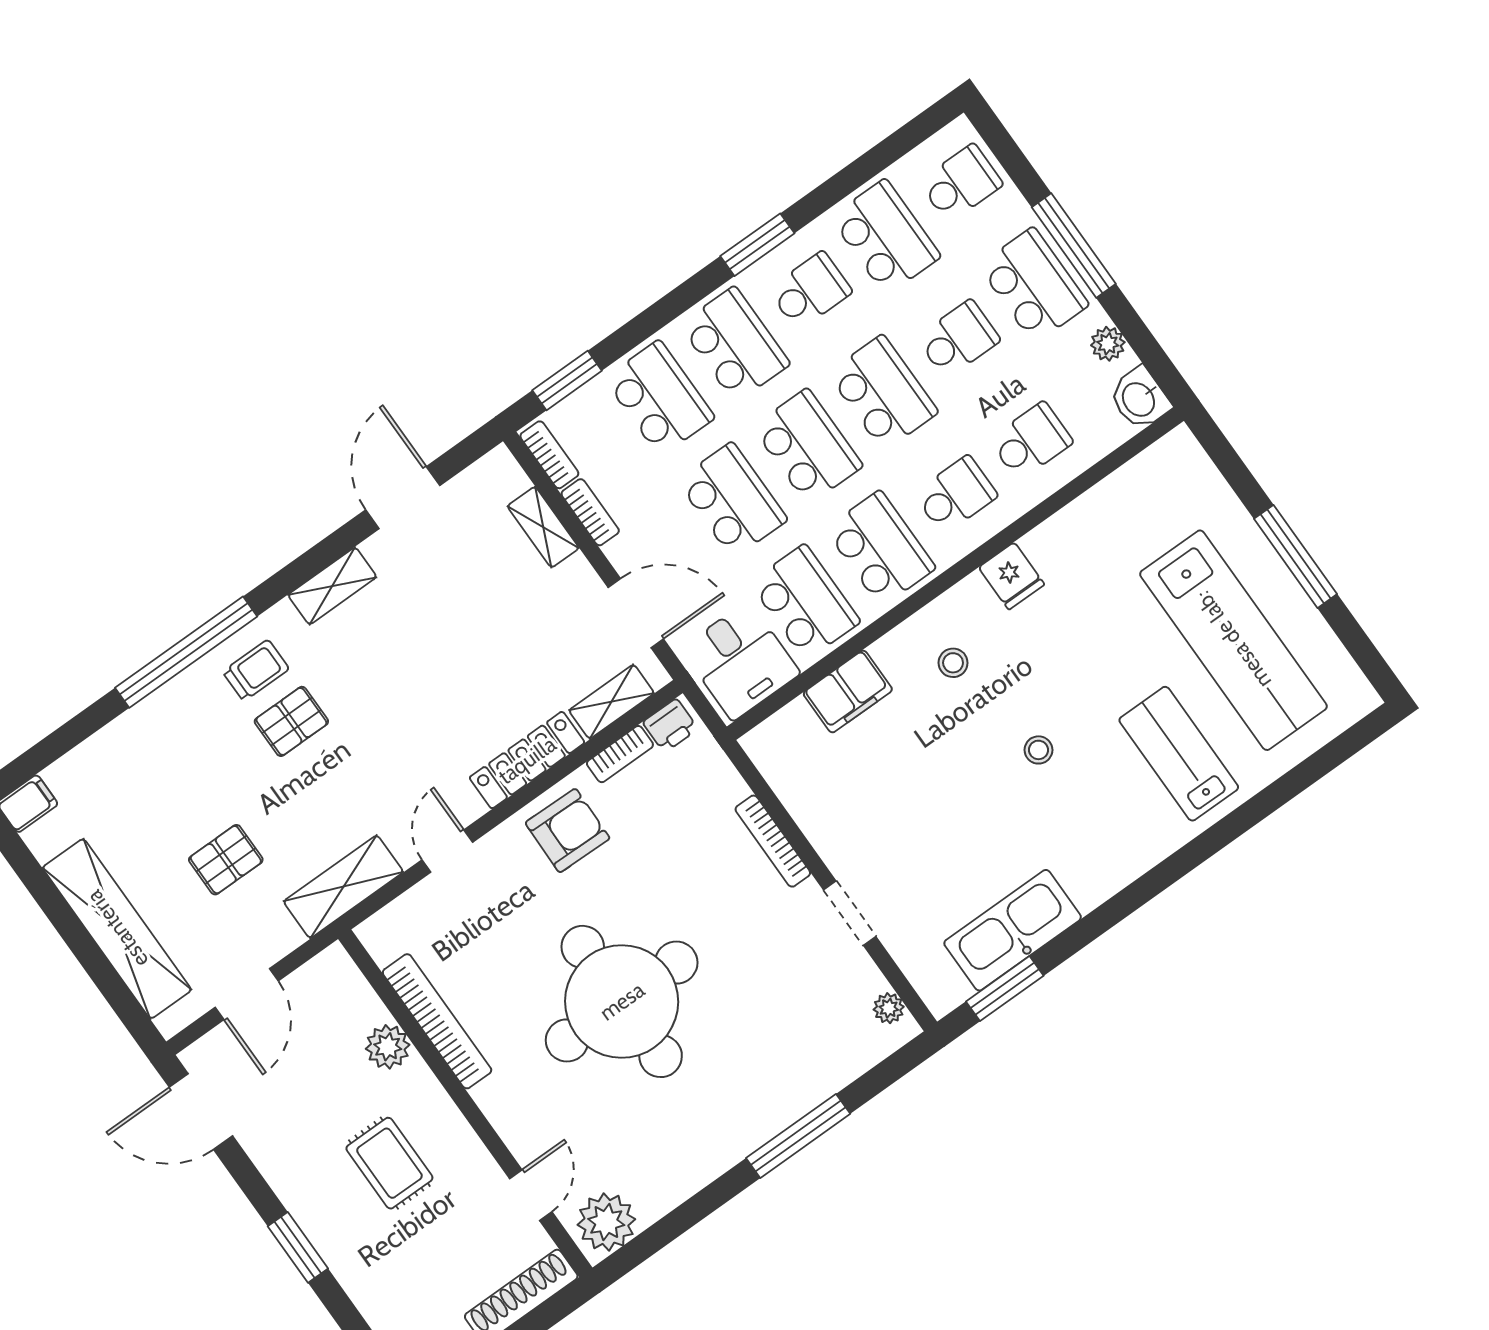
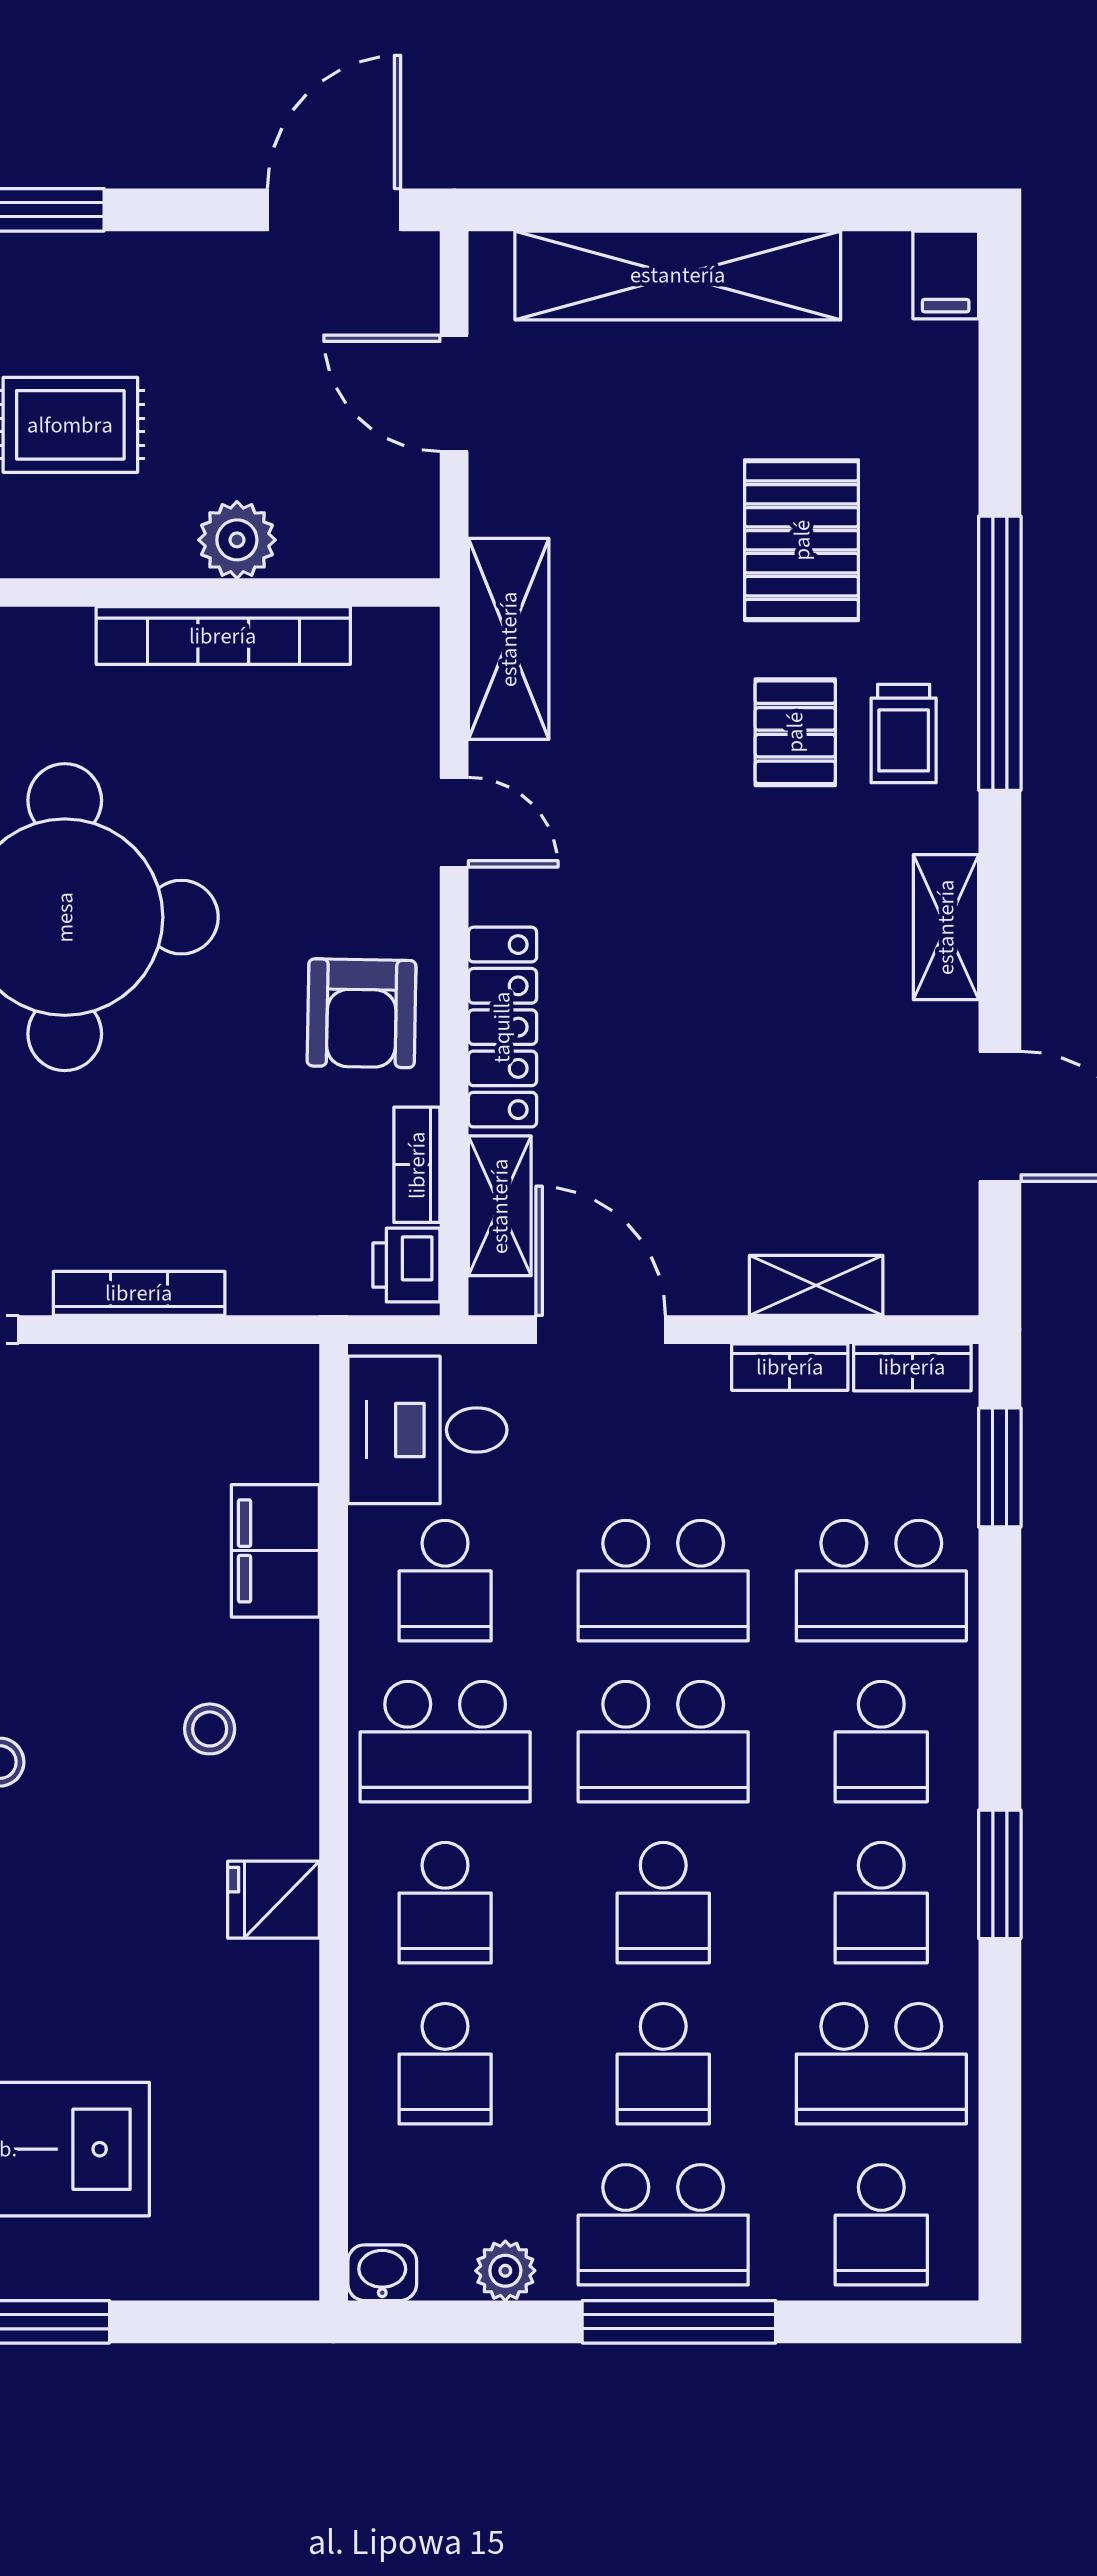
school desk: (735, 344) -> (881, 1742), width x0.54
school desk: (883, 393) -> (663, 1903), width x0.54
washbasin: (1140, 399) -> (382, 2273), width x0.72, depth x0.69
school desk: (805, 602) -> (445, 1581), width x0.54
door: (636, 613) -> (601, 1330), swing flipped
pallet: (226, 860) -> (802, 540), moved, width x1.50, depth x1.42

